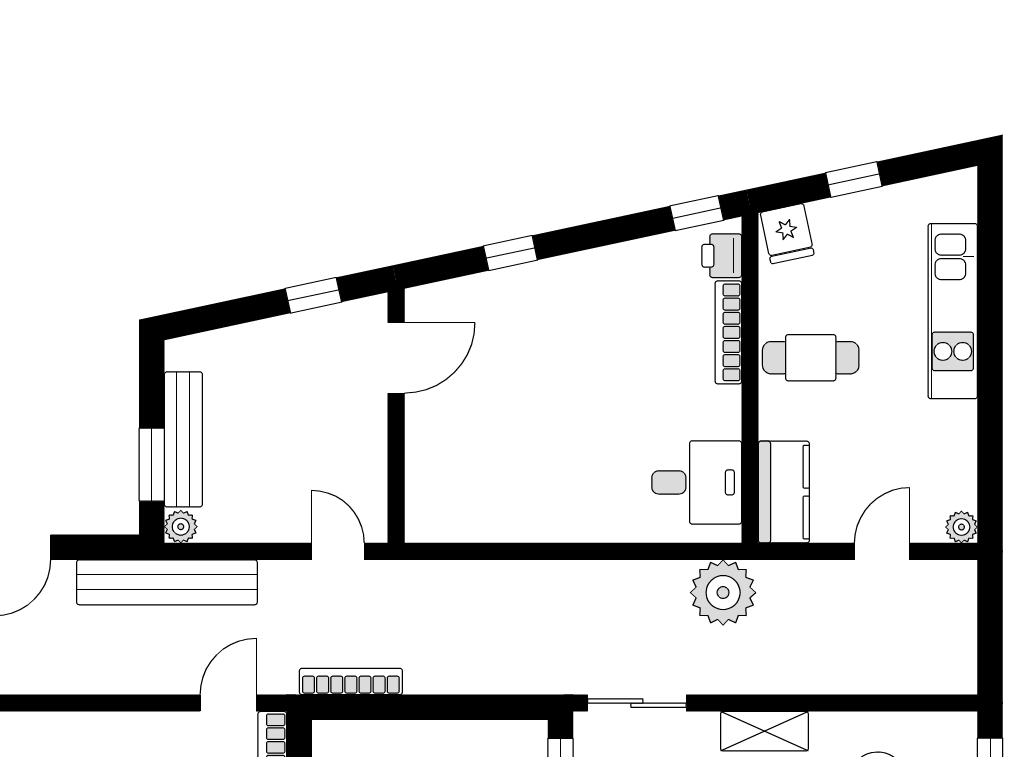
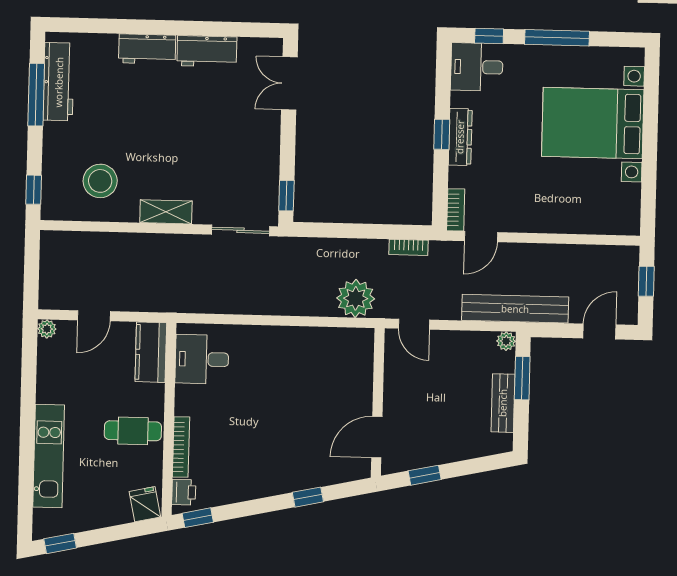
window: (854, 179) -> (60, 543), moved
bench: (183, 439) -> (503, 403), width x0.73
plant: (723, 593) -> (356, 298), moved
bookcase: (351, 681) -> (408, 247), width x0.64

